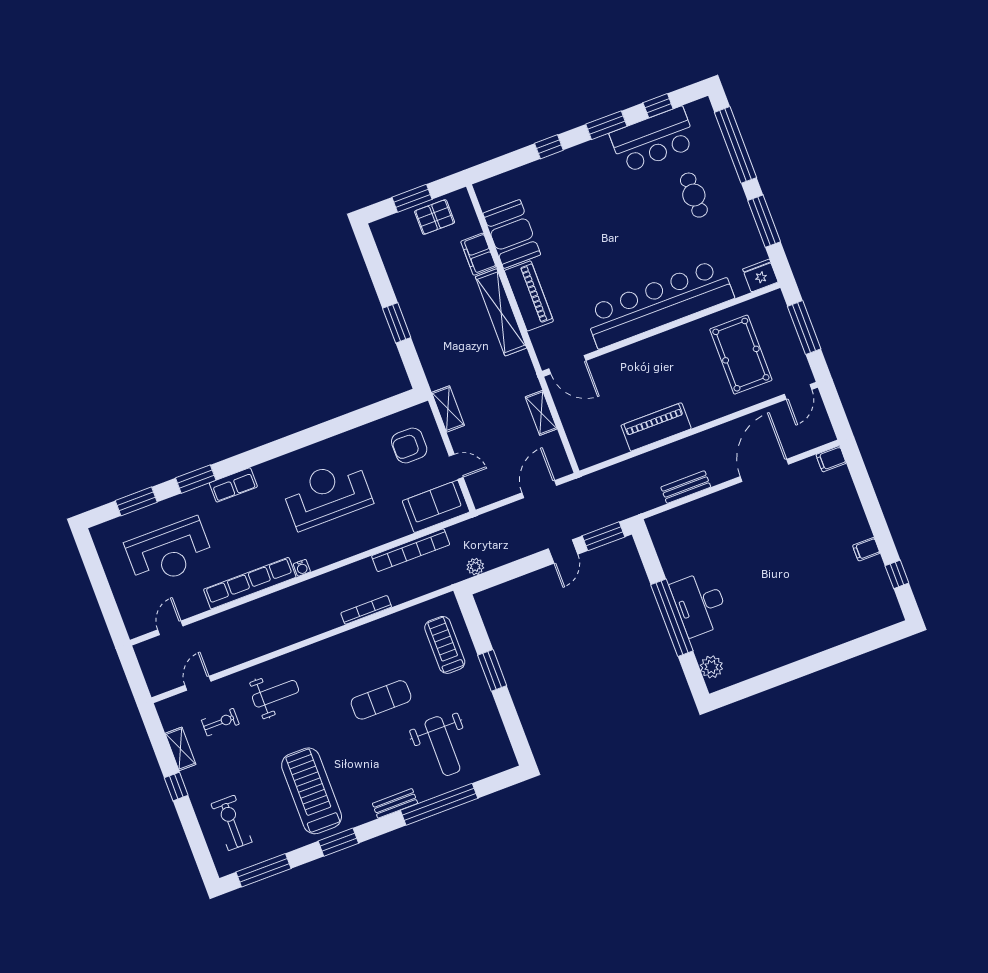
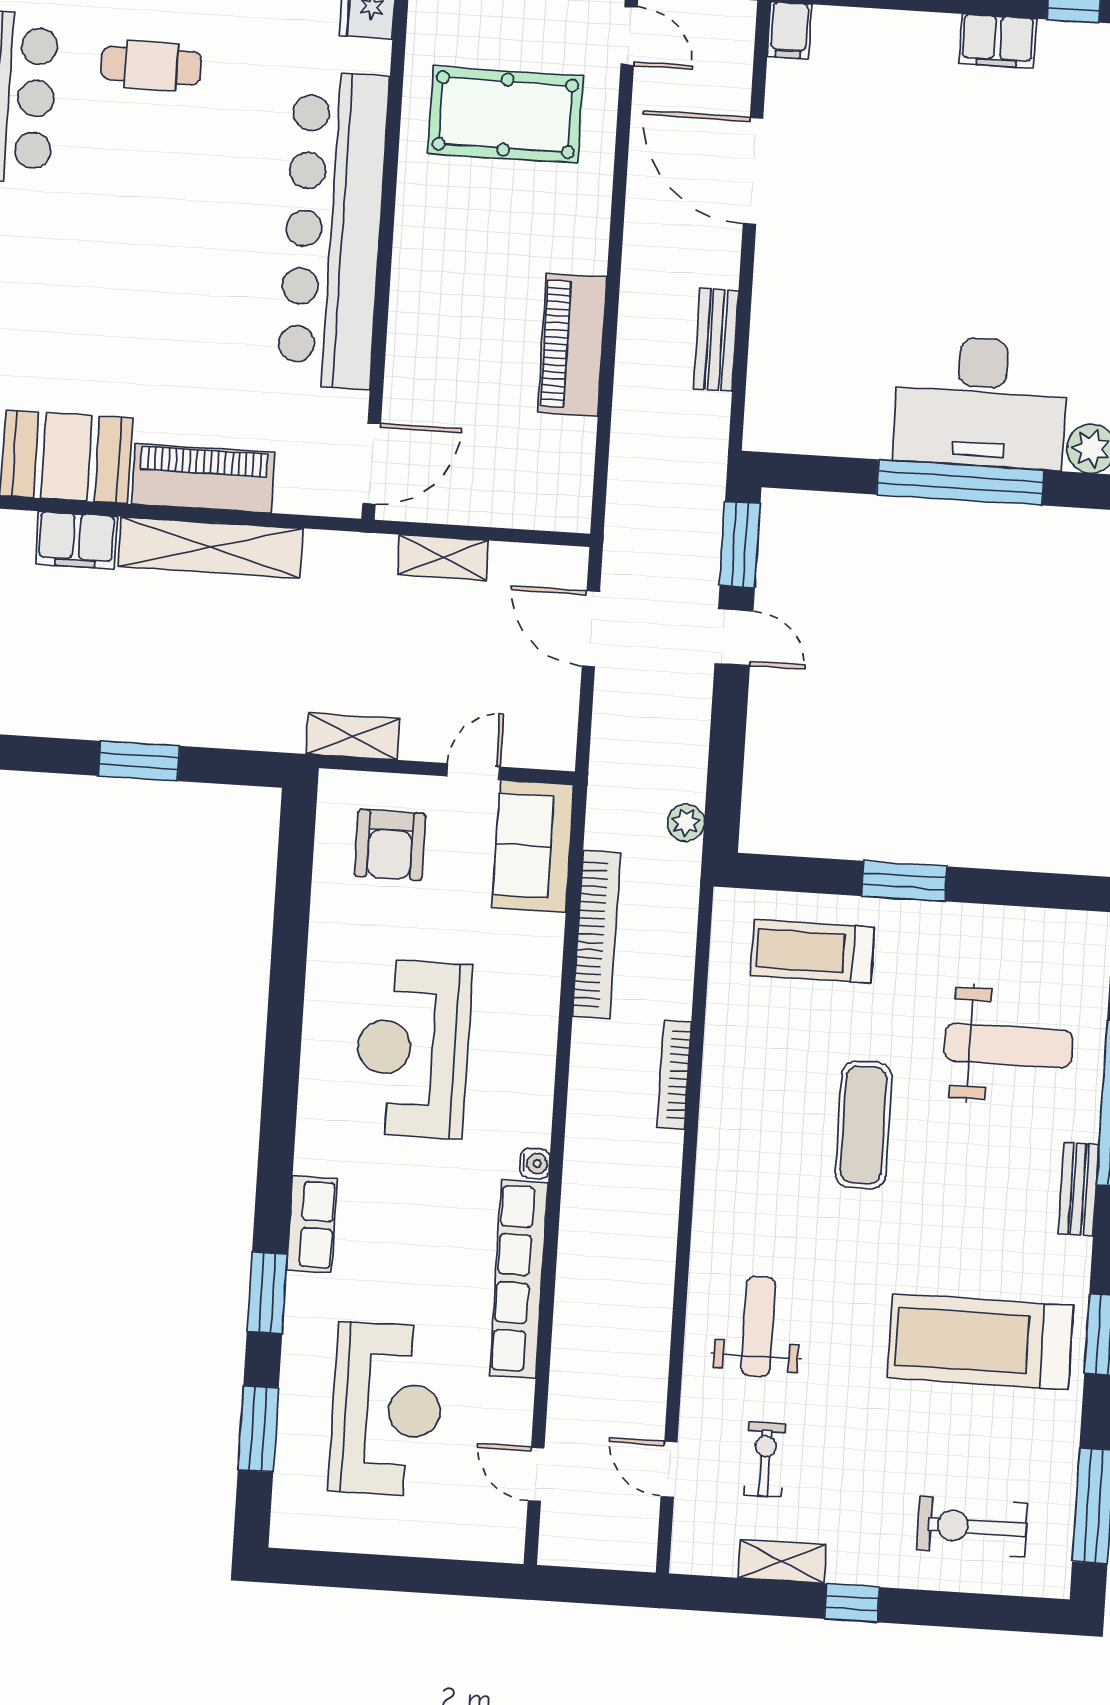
filing cabinet: (866, 549) -> (998, 41), width x2.00
desk: (700, 604) -> (981, 402), width x1.36, depth x1.30

